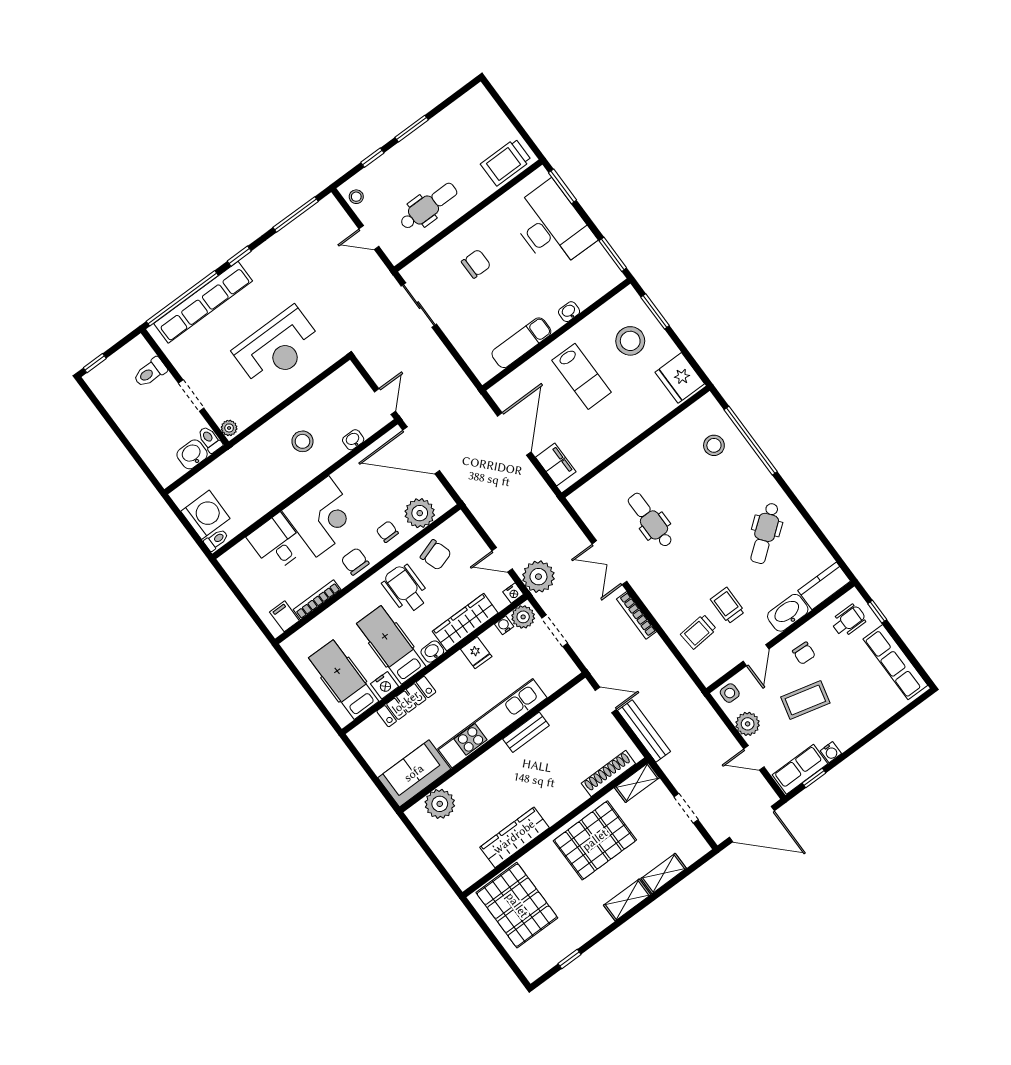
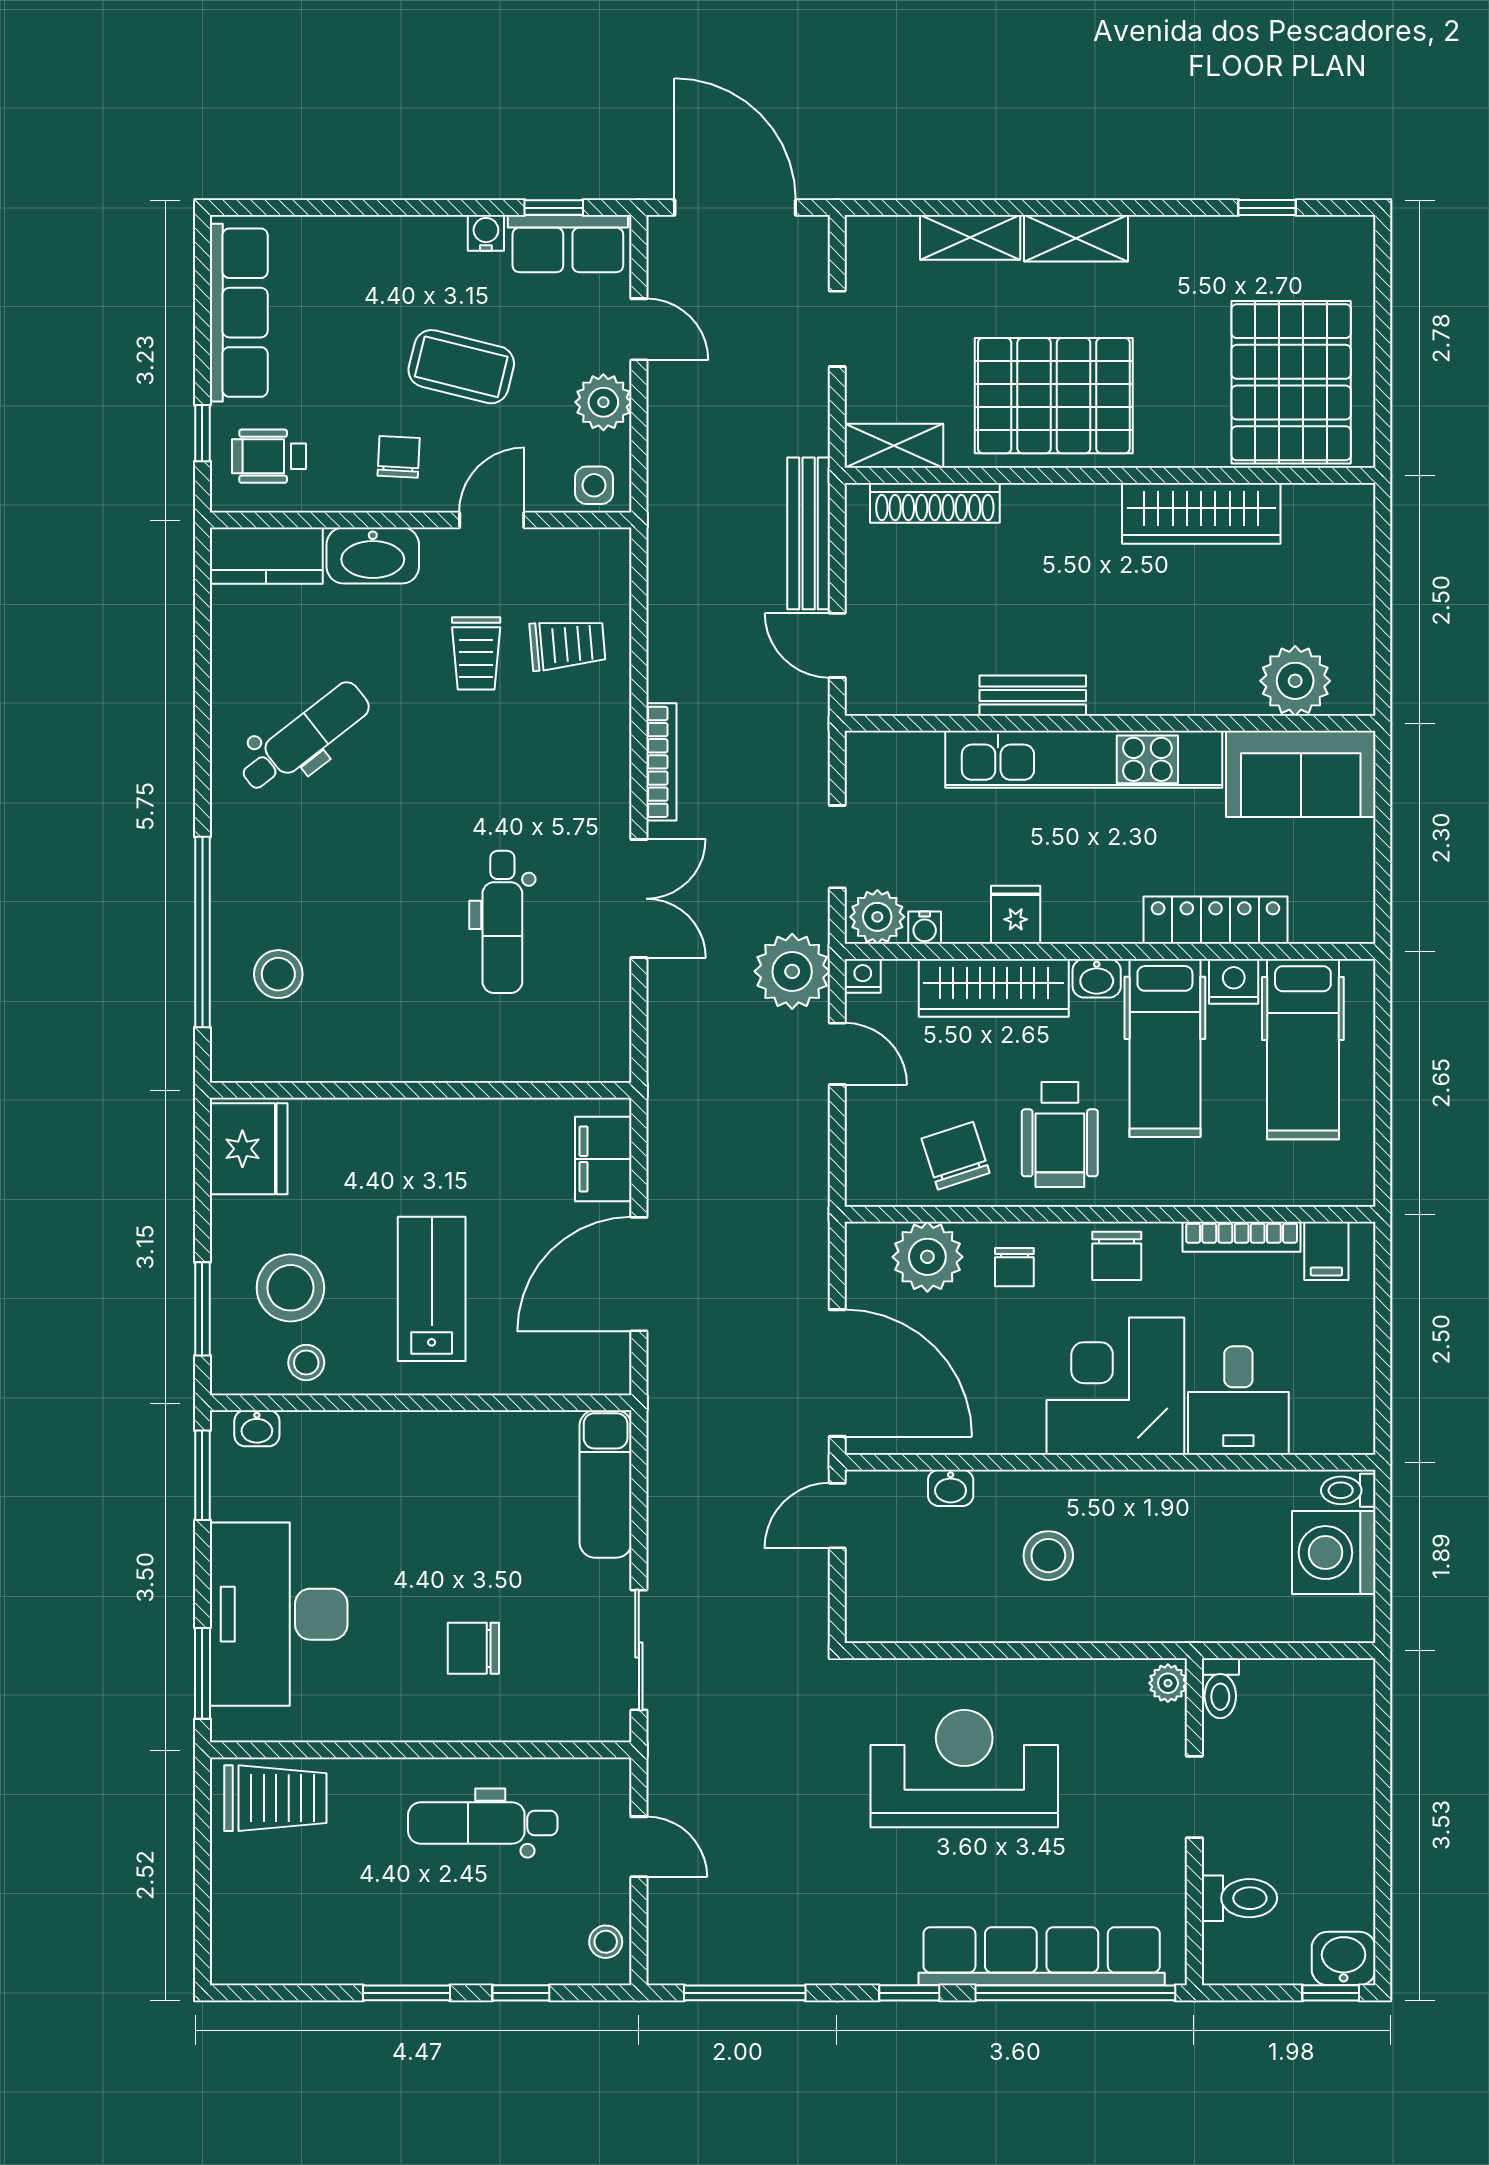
washbasin: (569, 312) -> (257, 1428), moved
stool: (606, 319) -> (306, 1363), added
exam couch: (521, 343) -> (606, 1484), moved, turned 90
washbasin: (192, 454) -> (1344, 1959), moved, turned 180

